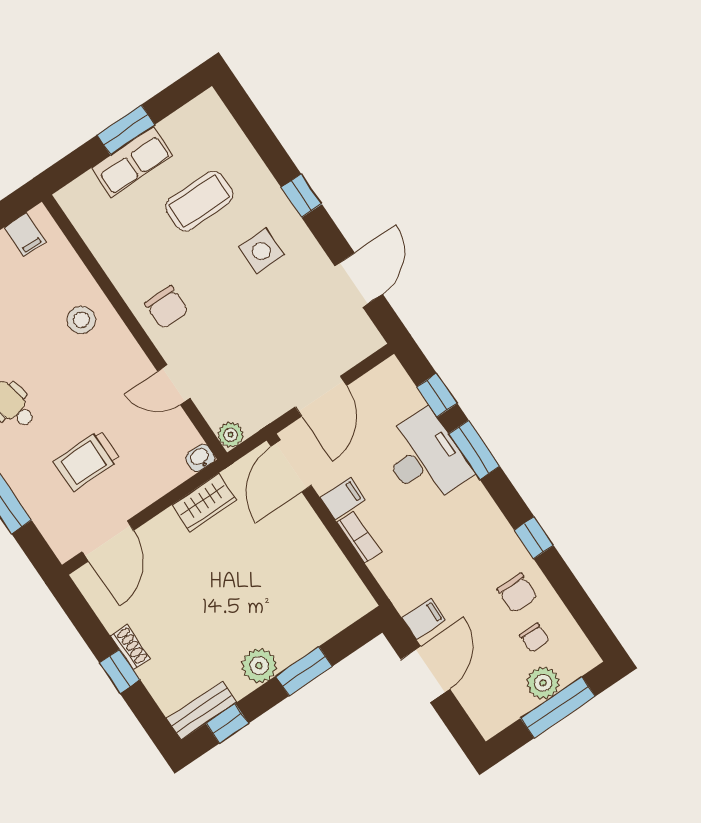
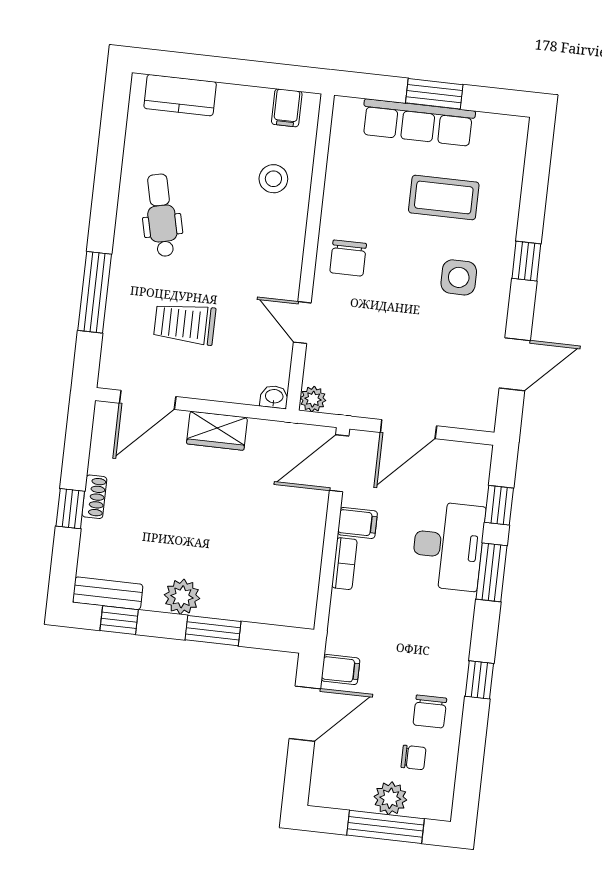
row of seats: (132, 162) -> (418, 123), width x1.48
stool: (81, 320) -> (273, 179), moved
wardrobe: (204, 503) -> (217, 431), moved
chair: (534, 638) -> (414, 757), turned -90

